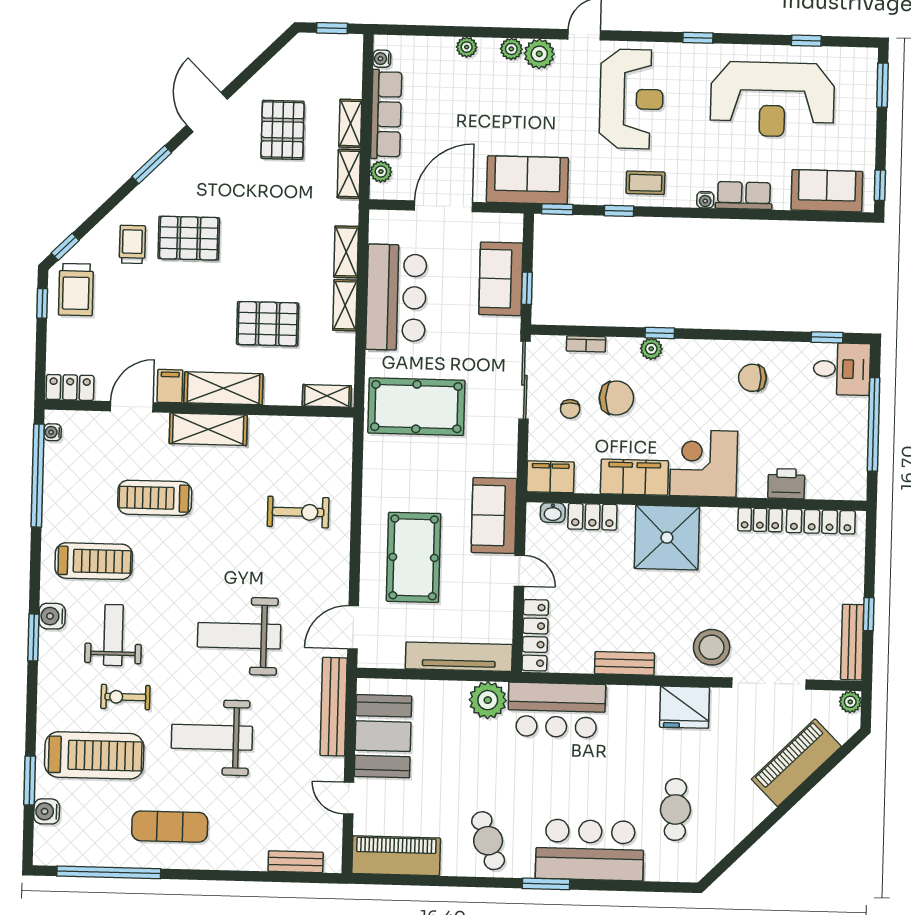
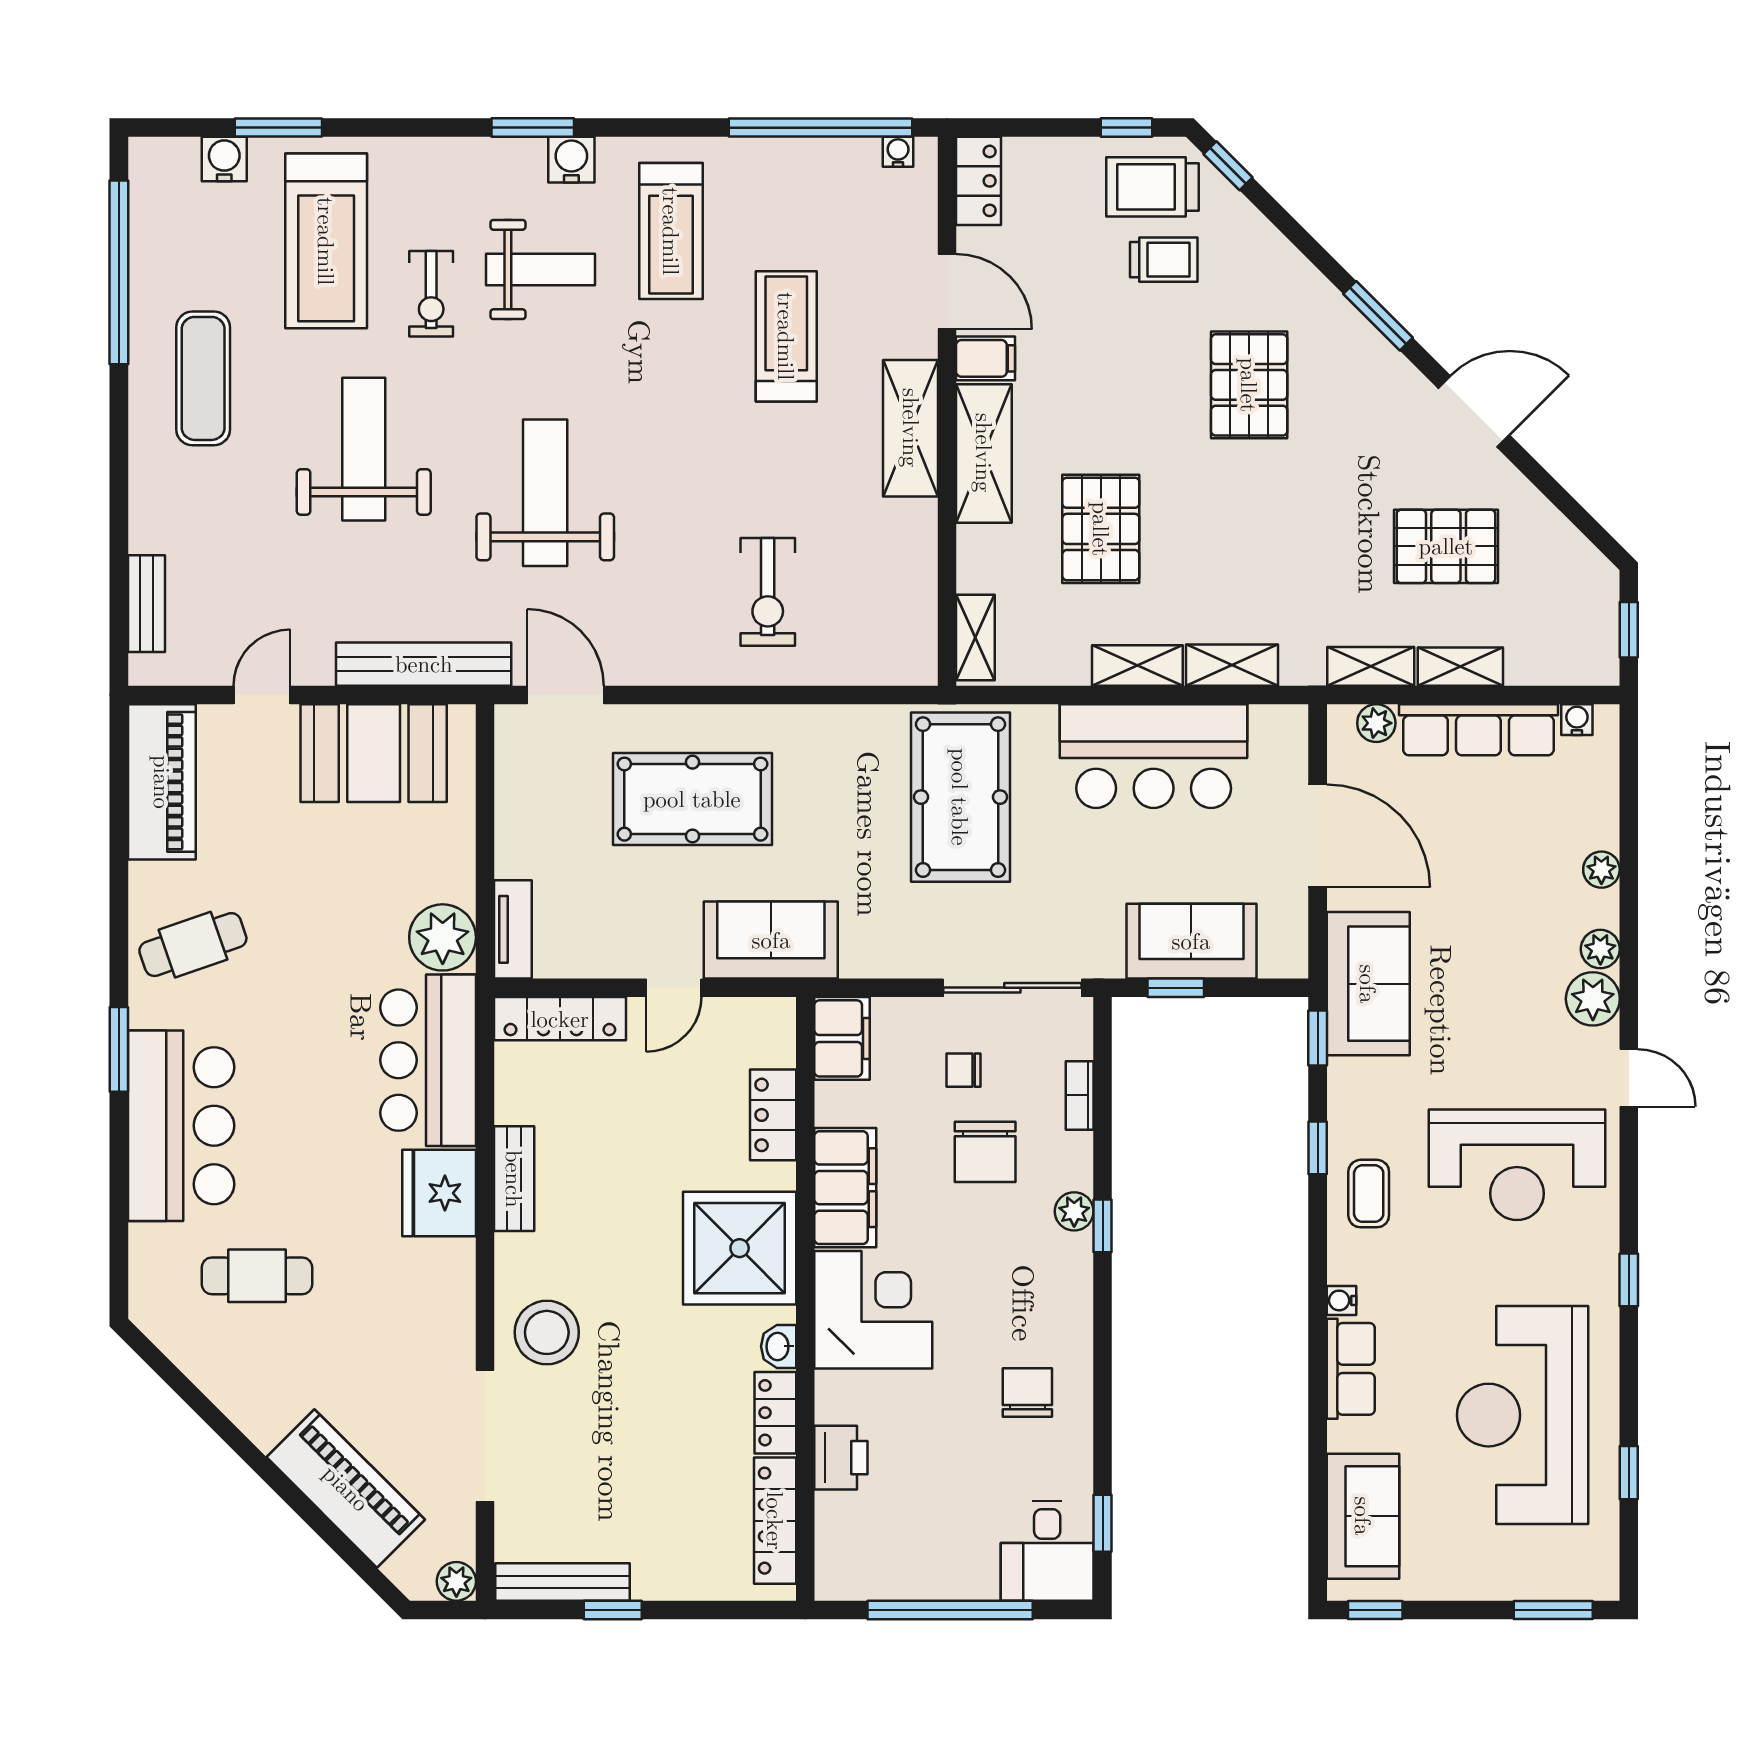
trolley: (132, 244) -> (1164, 260), moved
washbasin: (553, 513) -> (779, 1346), moved
tv unit: (459, 657) -> (513, 929), width x0.52, depth x0.78
exercise bike: (125, 697) -> (431, 294), turned 180
fridge: (685, 707) -> (439, 1193), moved

